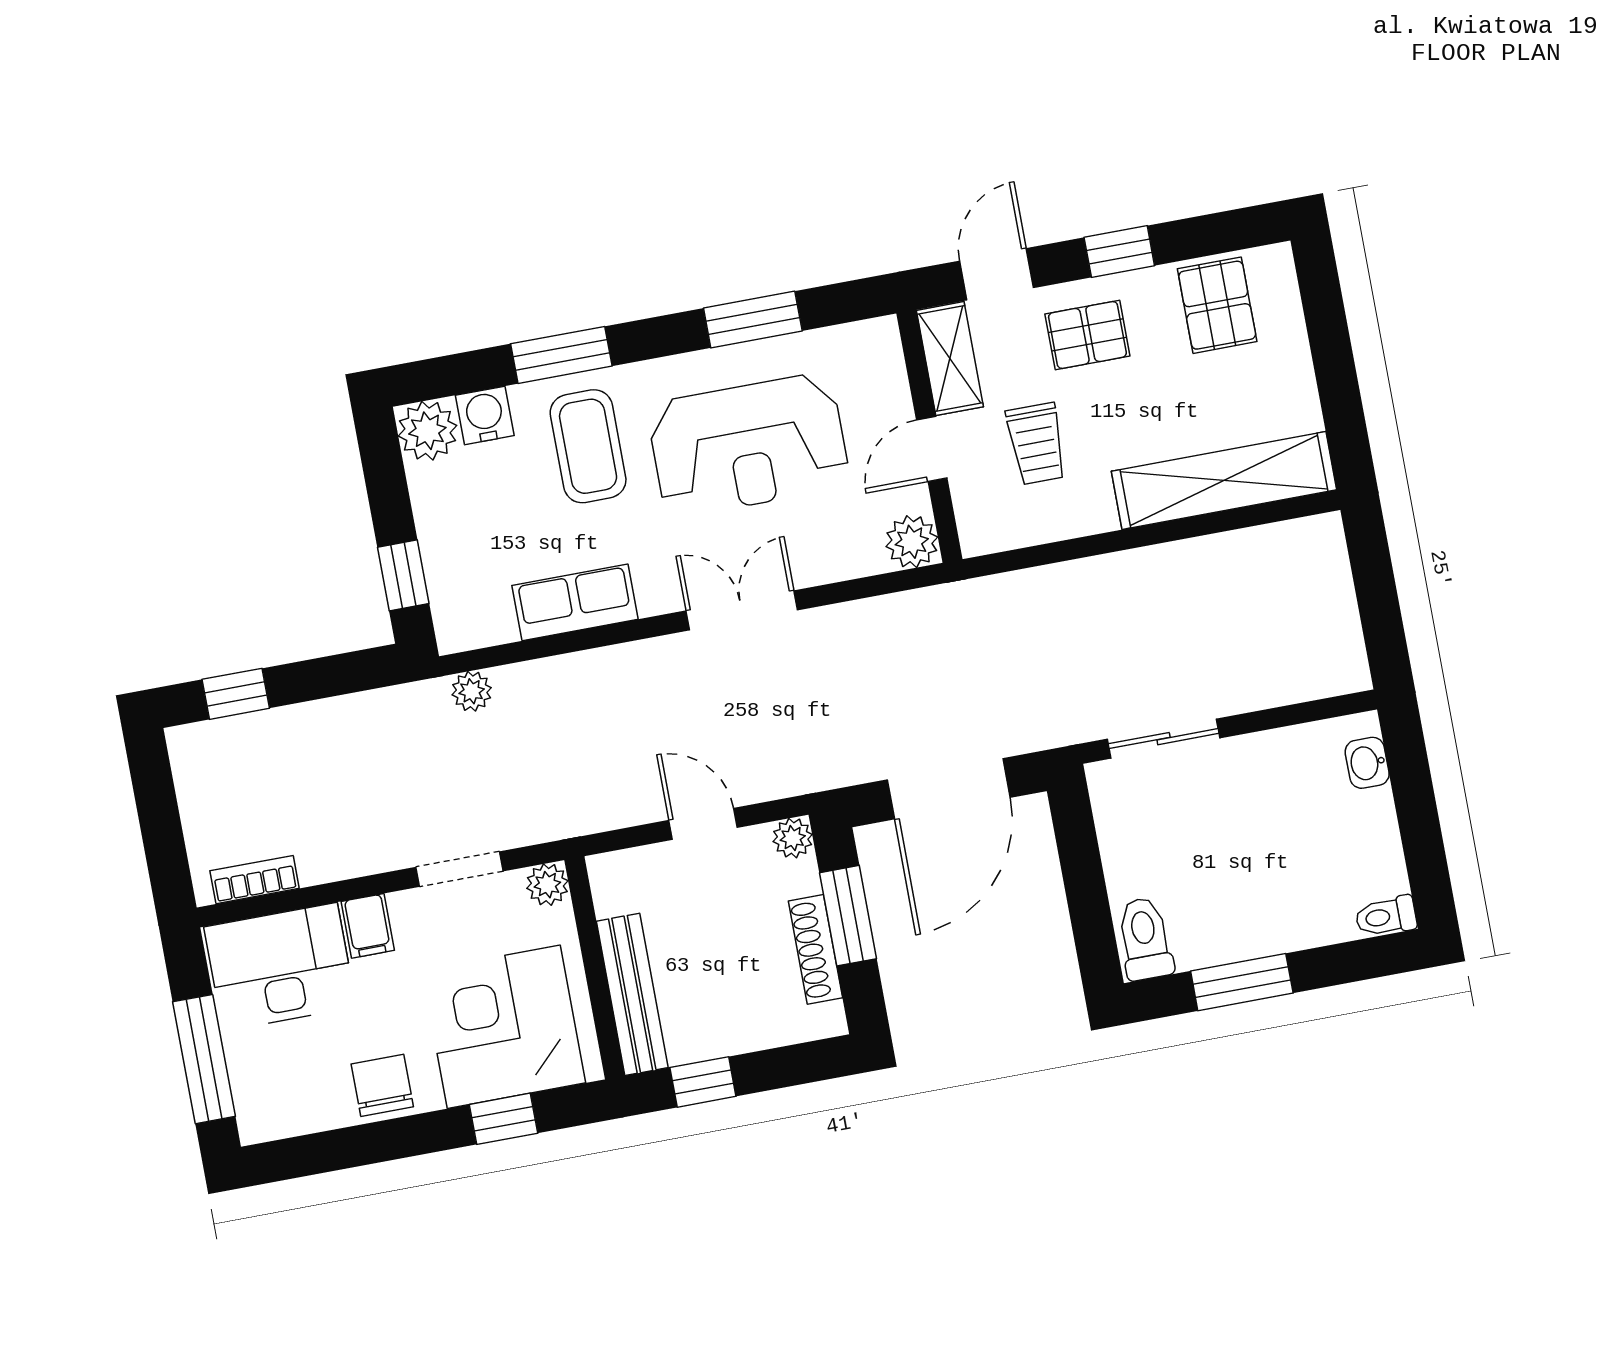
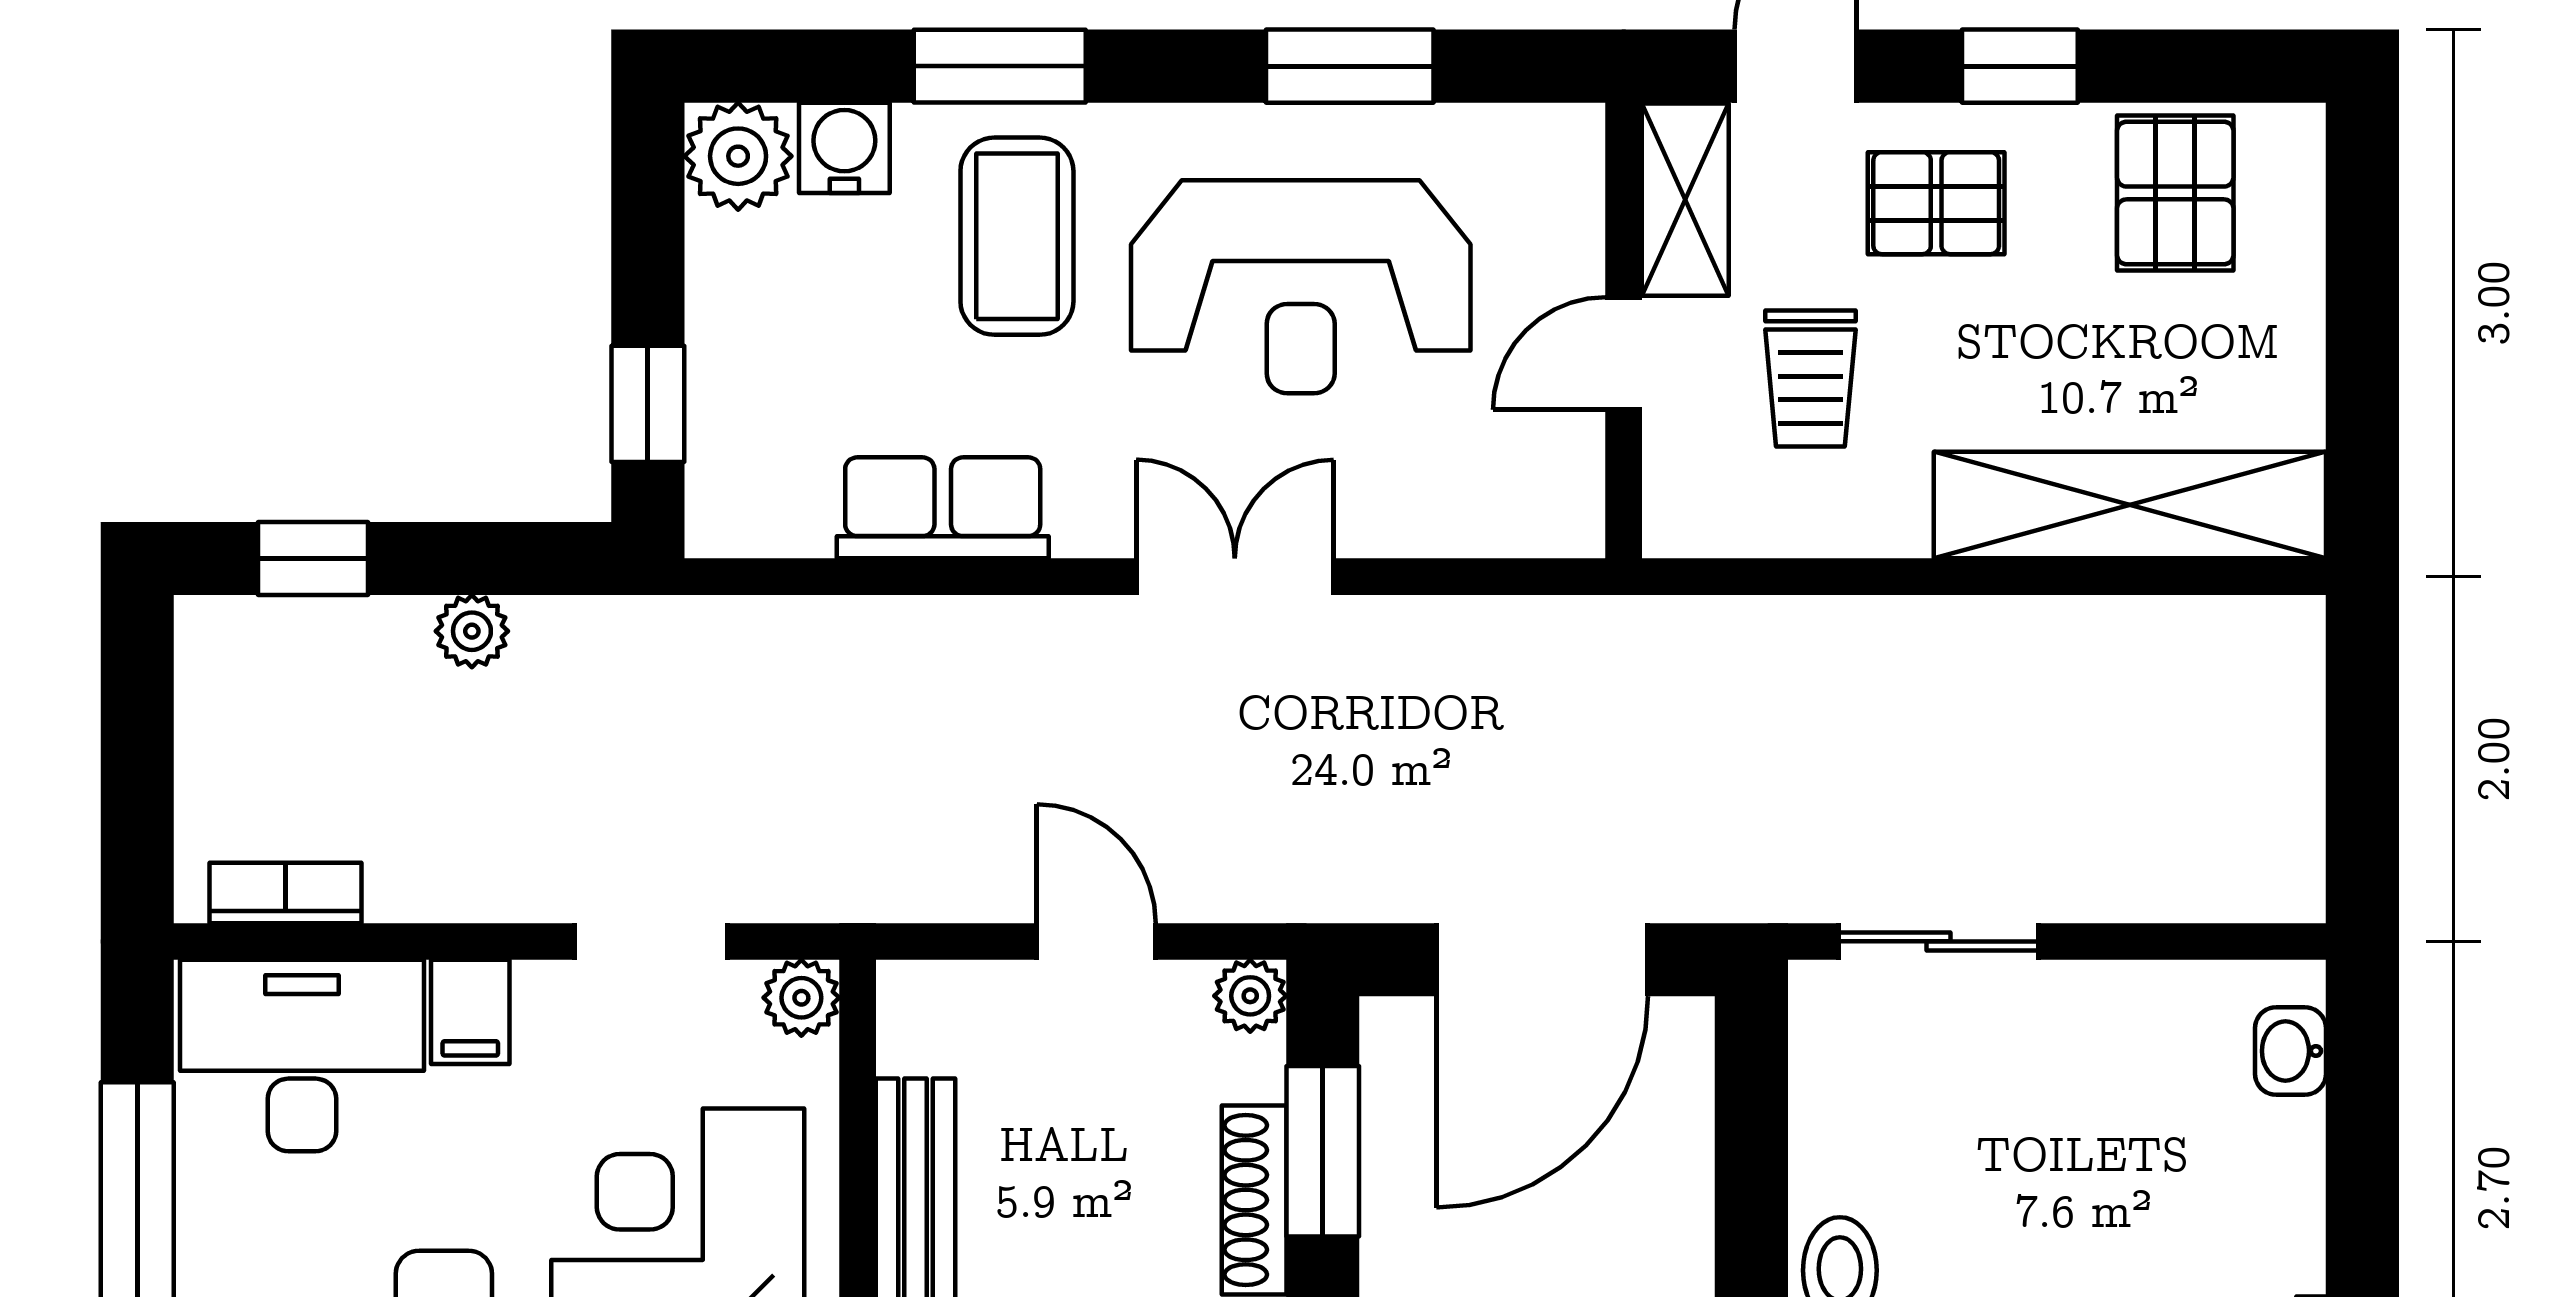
plant: (912, 542) -> (1558, 511), removed
plant: (472, 691) -> (472, 631), moved

